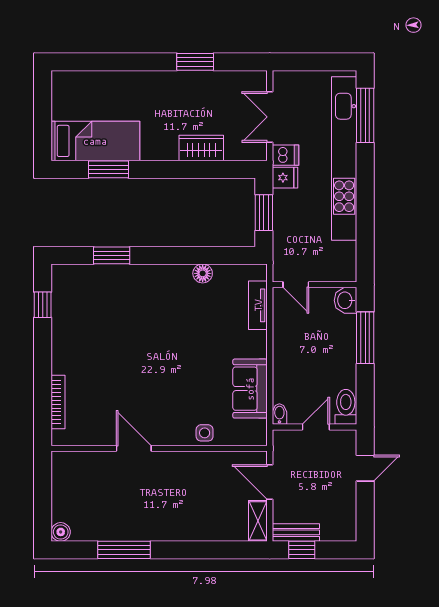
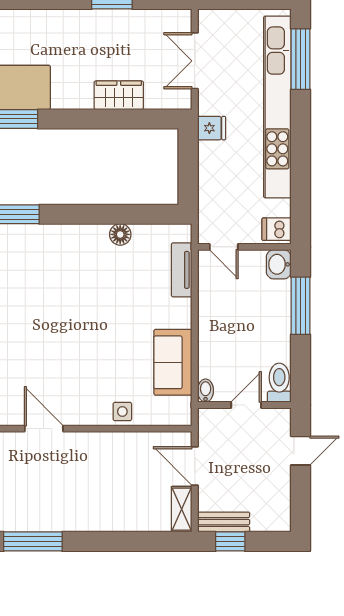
dishwasher: (285, 155) -> (277, 229), moved, turned 180
window: (264, 213) -> (188, 167), removed

